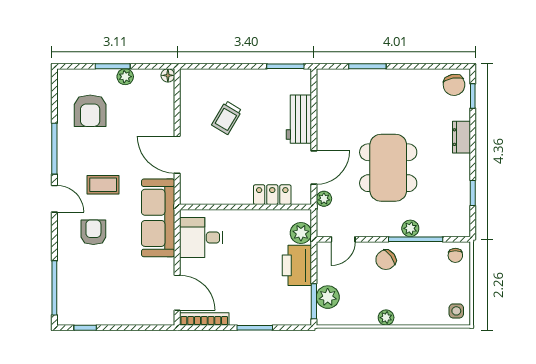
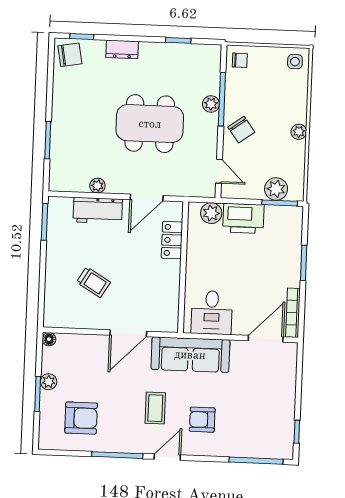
door: (314, 168) -> (147, 198), swing flipped
plant: (324, 199) -> (97, 186), moved

